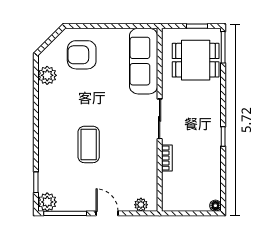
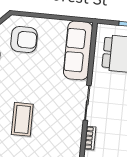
armchair: (82, 55) -> (24, 40), turned 180

